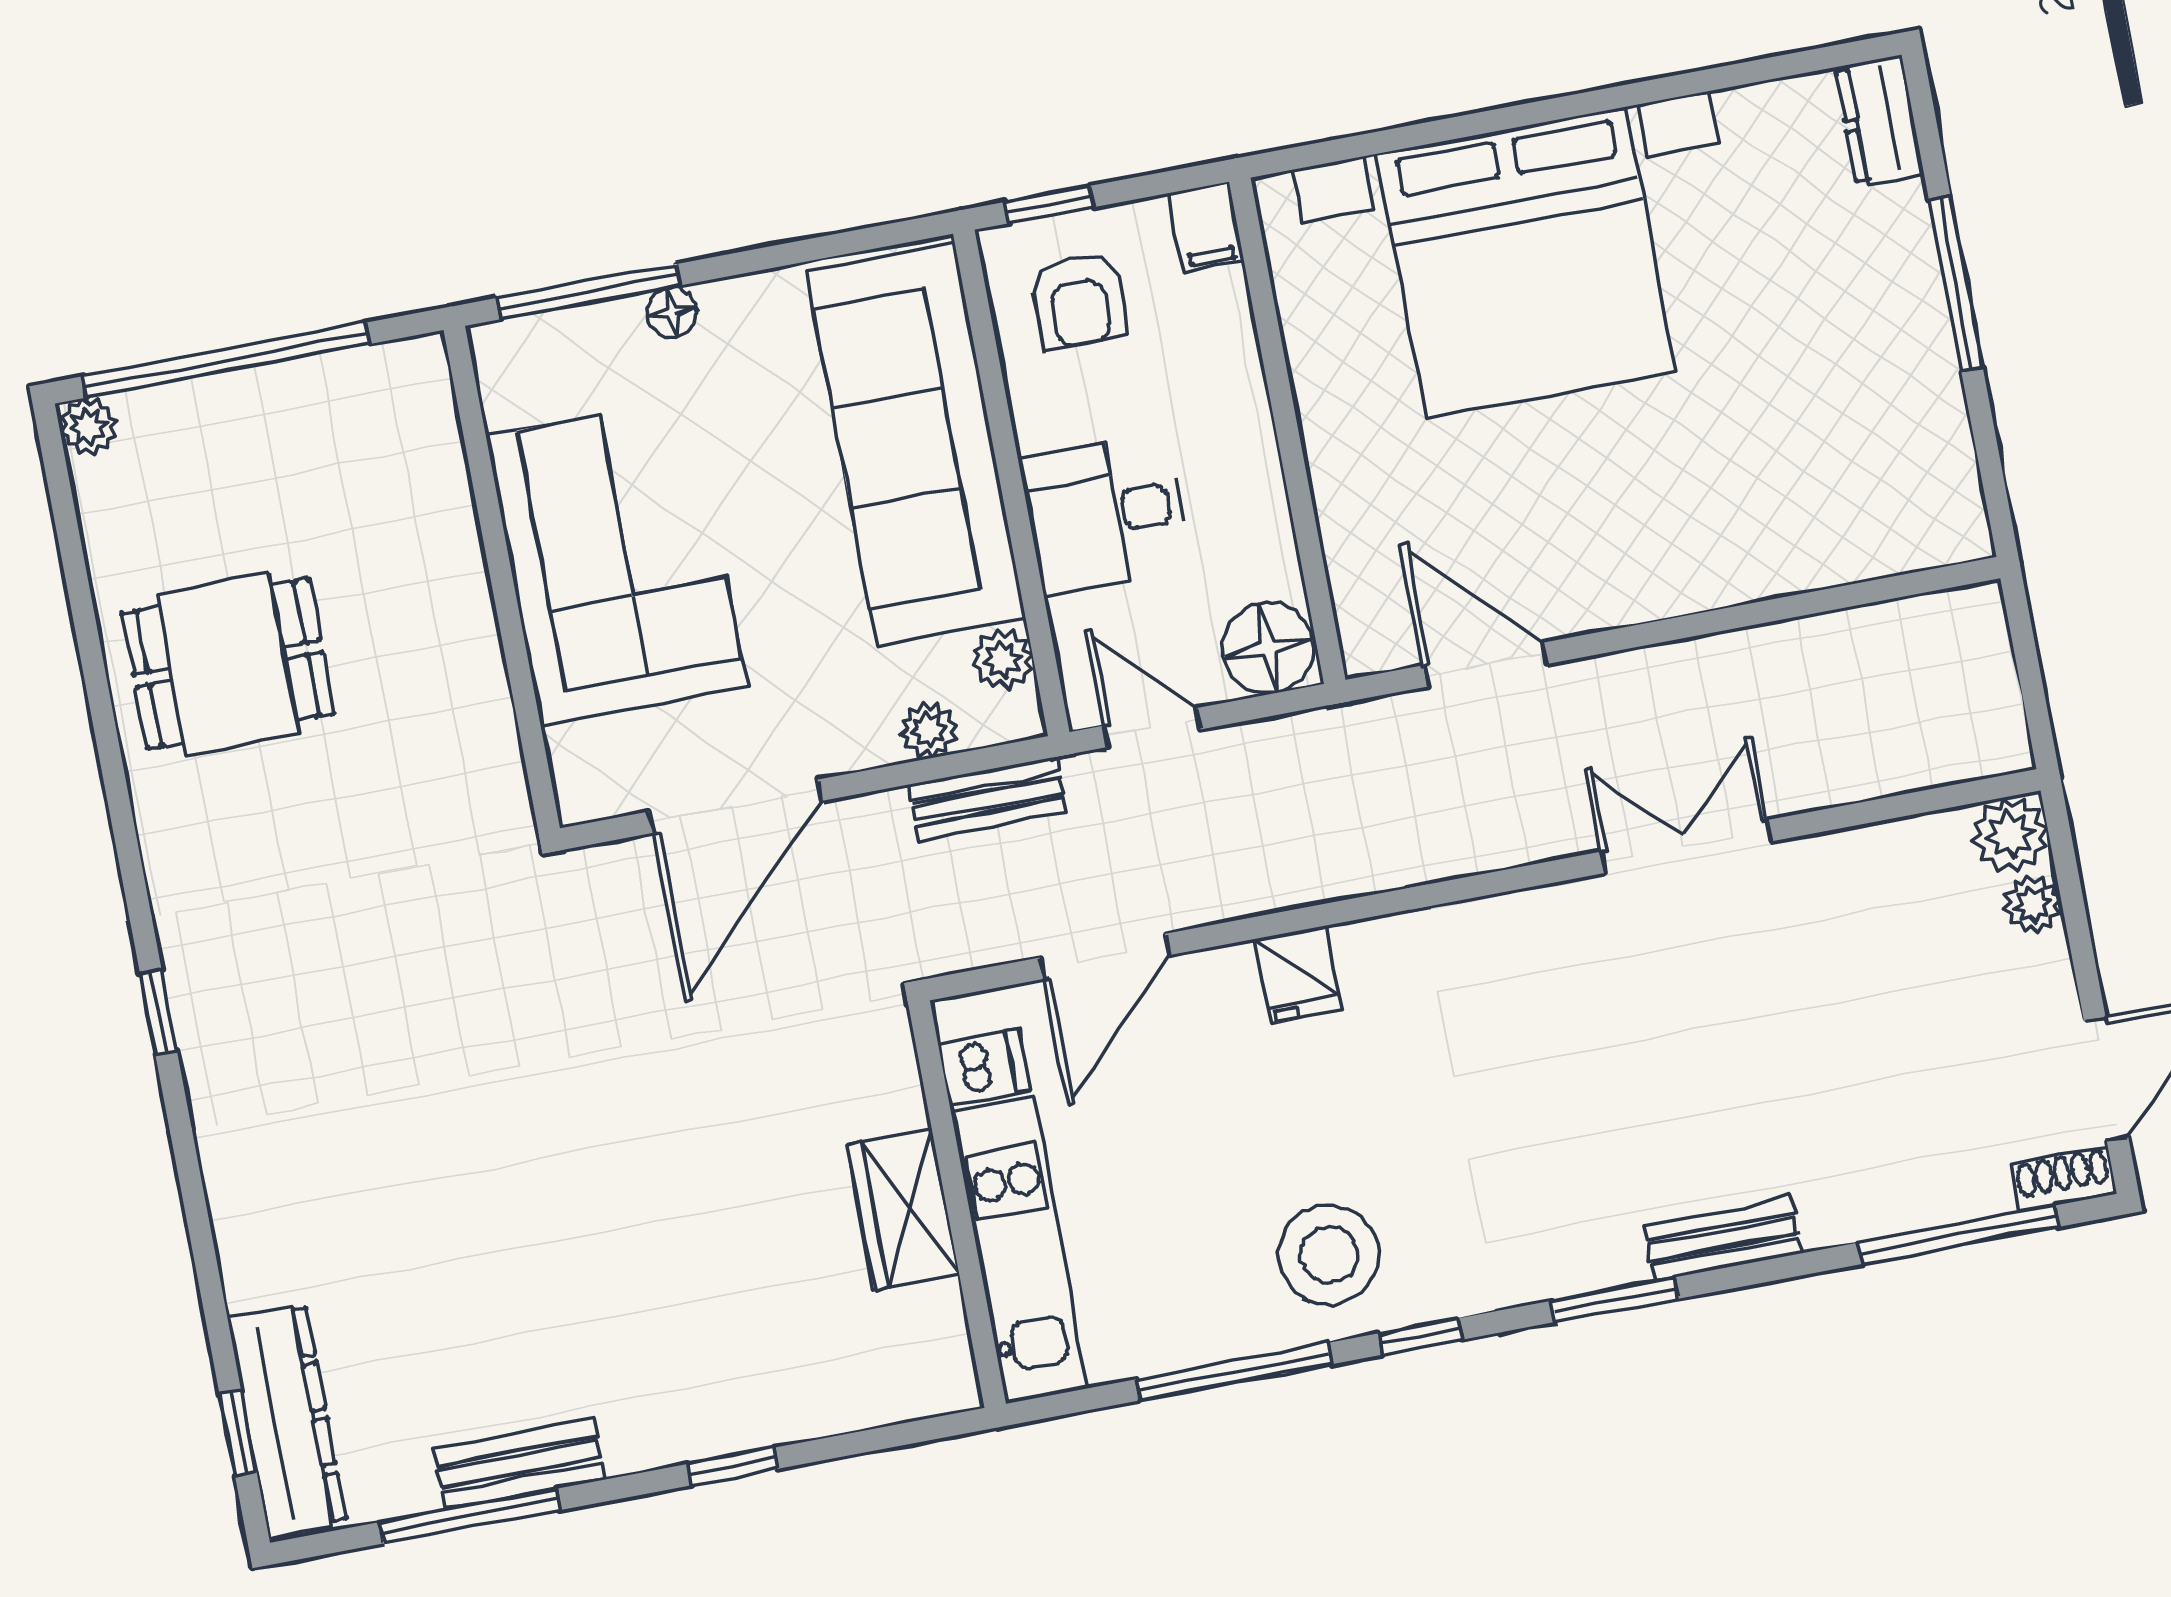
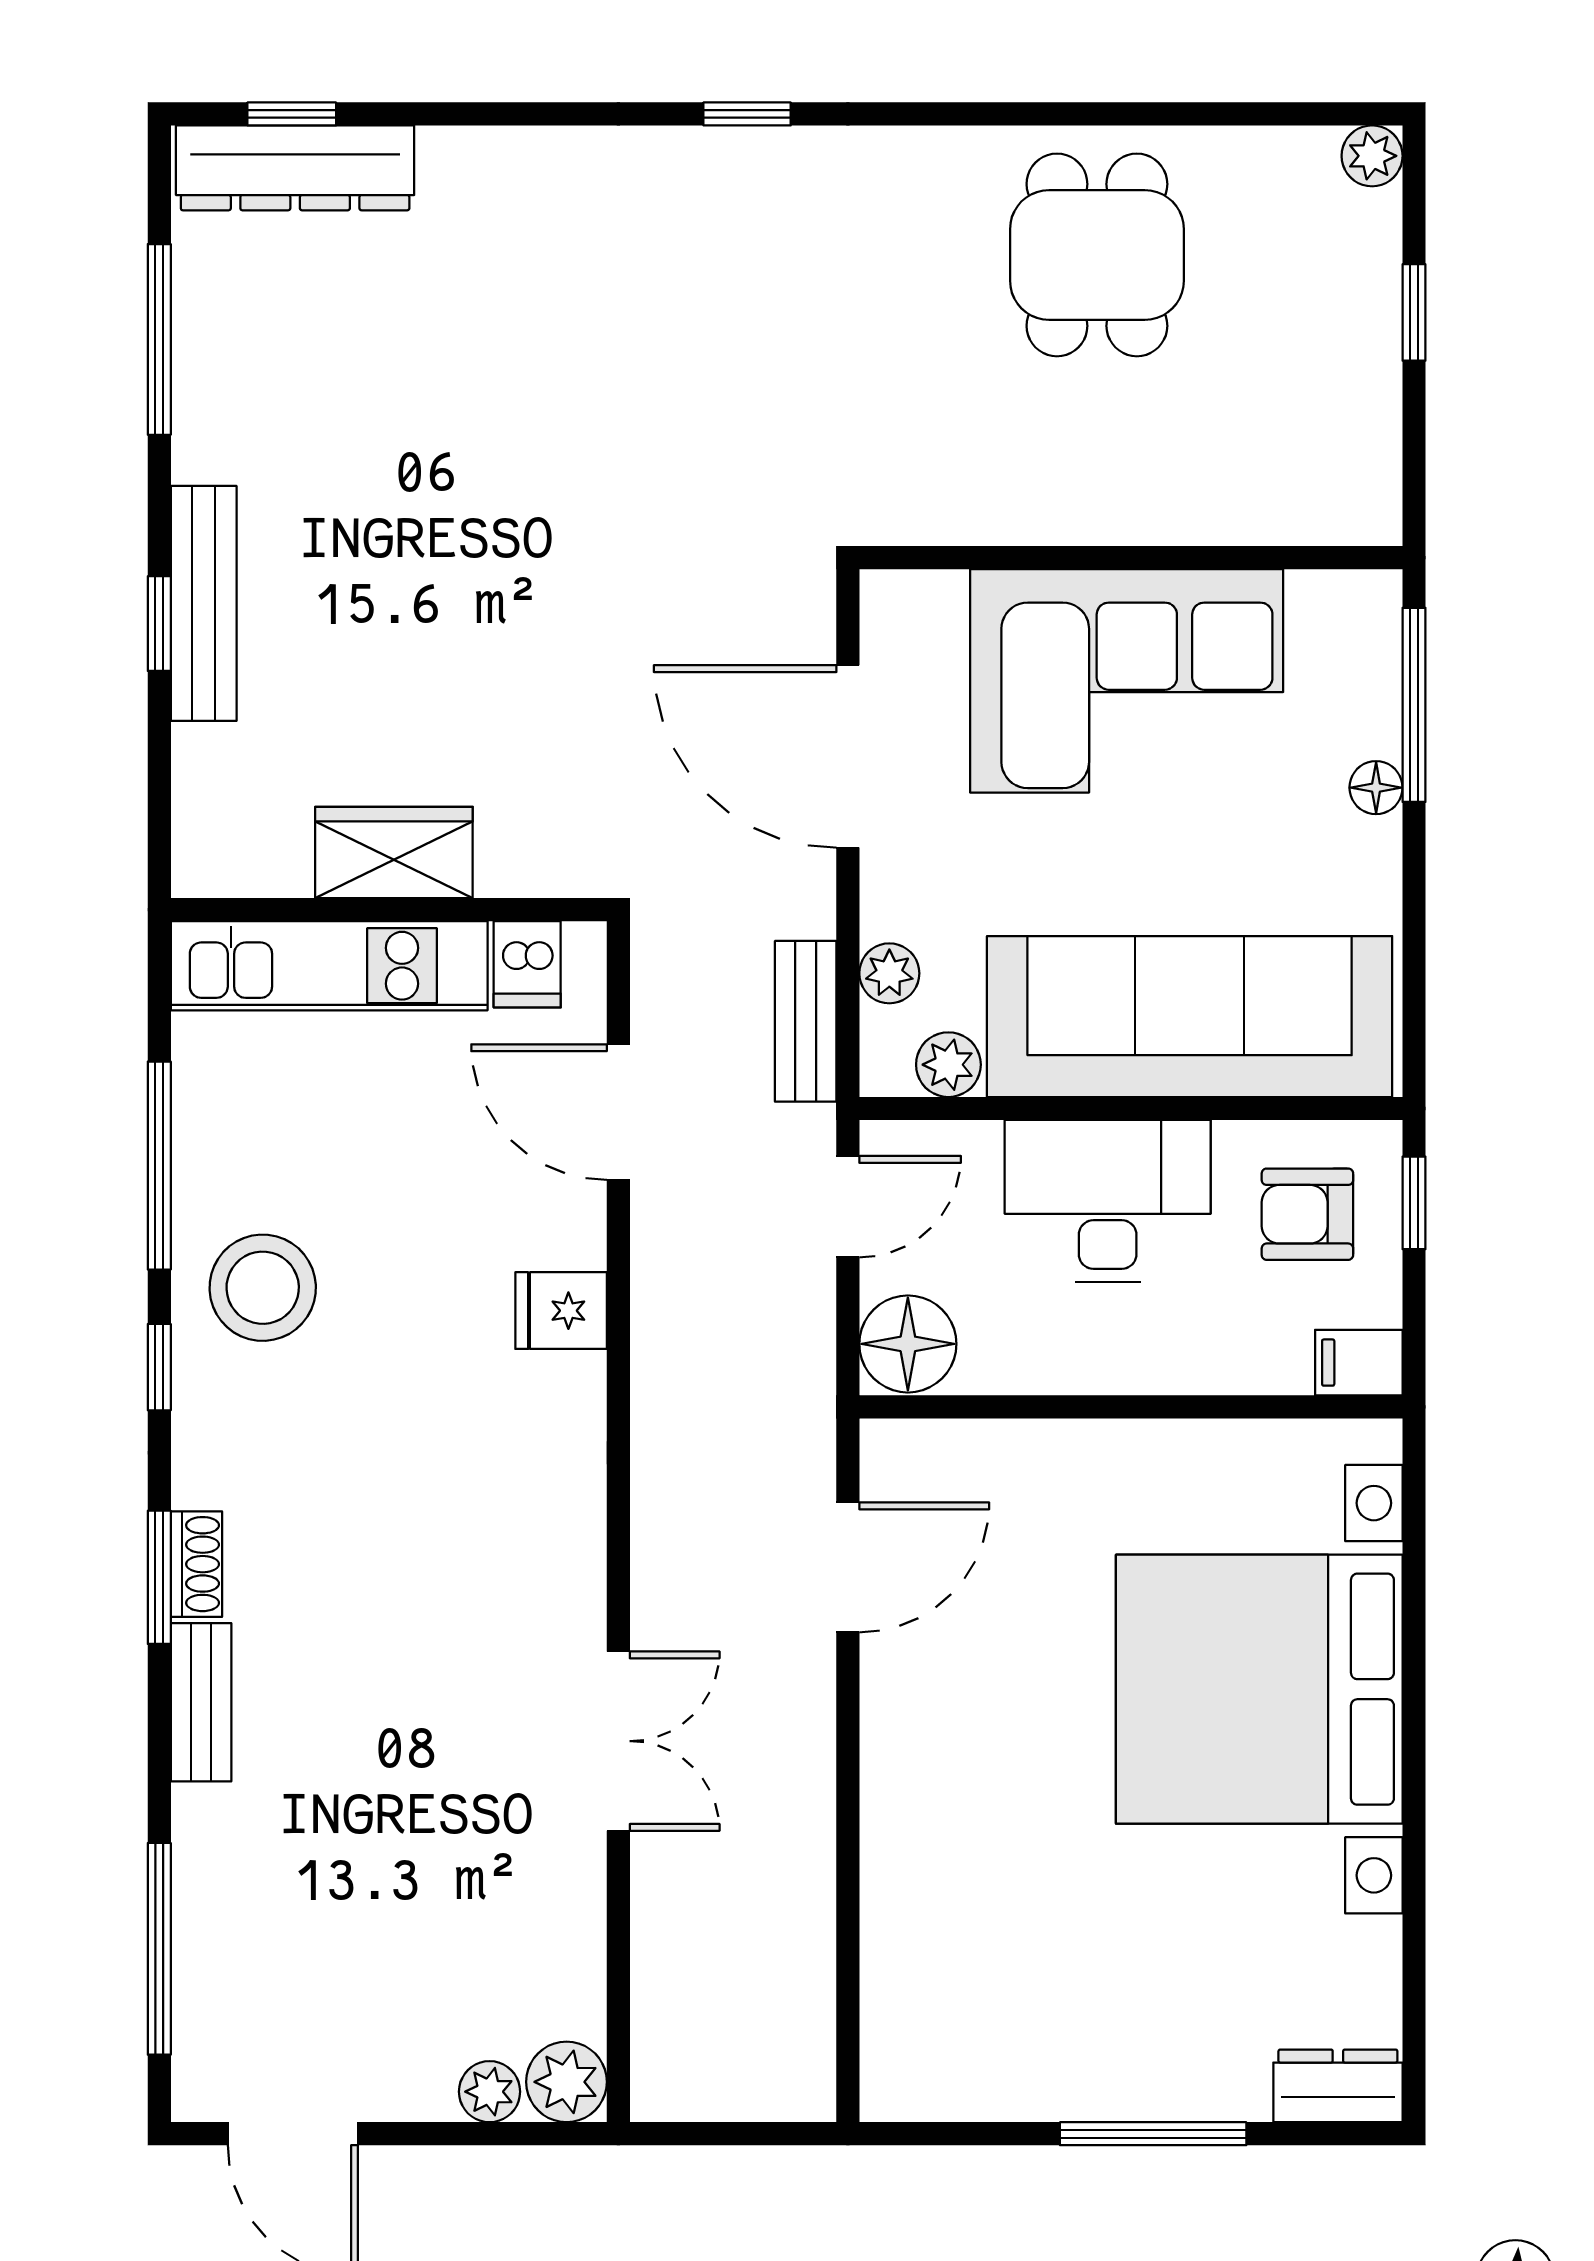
window: (226, 360) -> (1414, 312), width x0.32
desk: (1106, 514) -> (1108, 1201), width x1.37
shoe rack: (2064, 1179) -> (196, 1564), moved
bench: (520, 1464) -> (204, 603), moved, width x1.36

